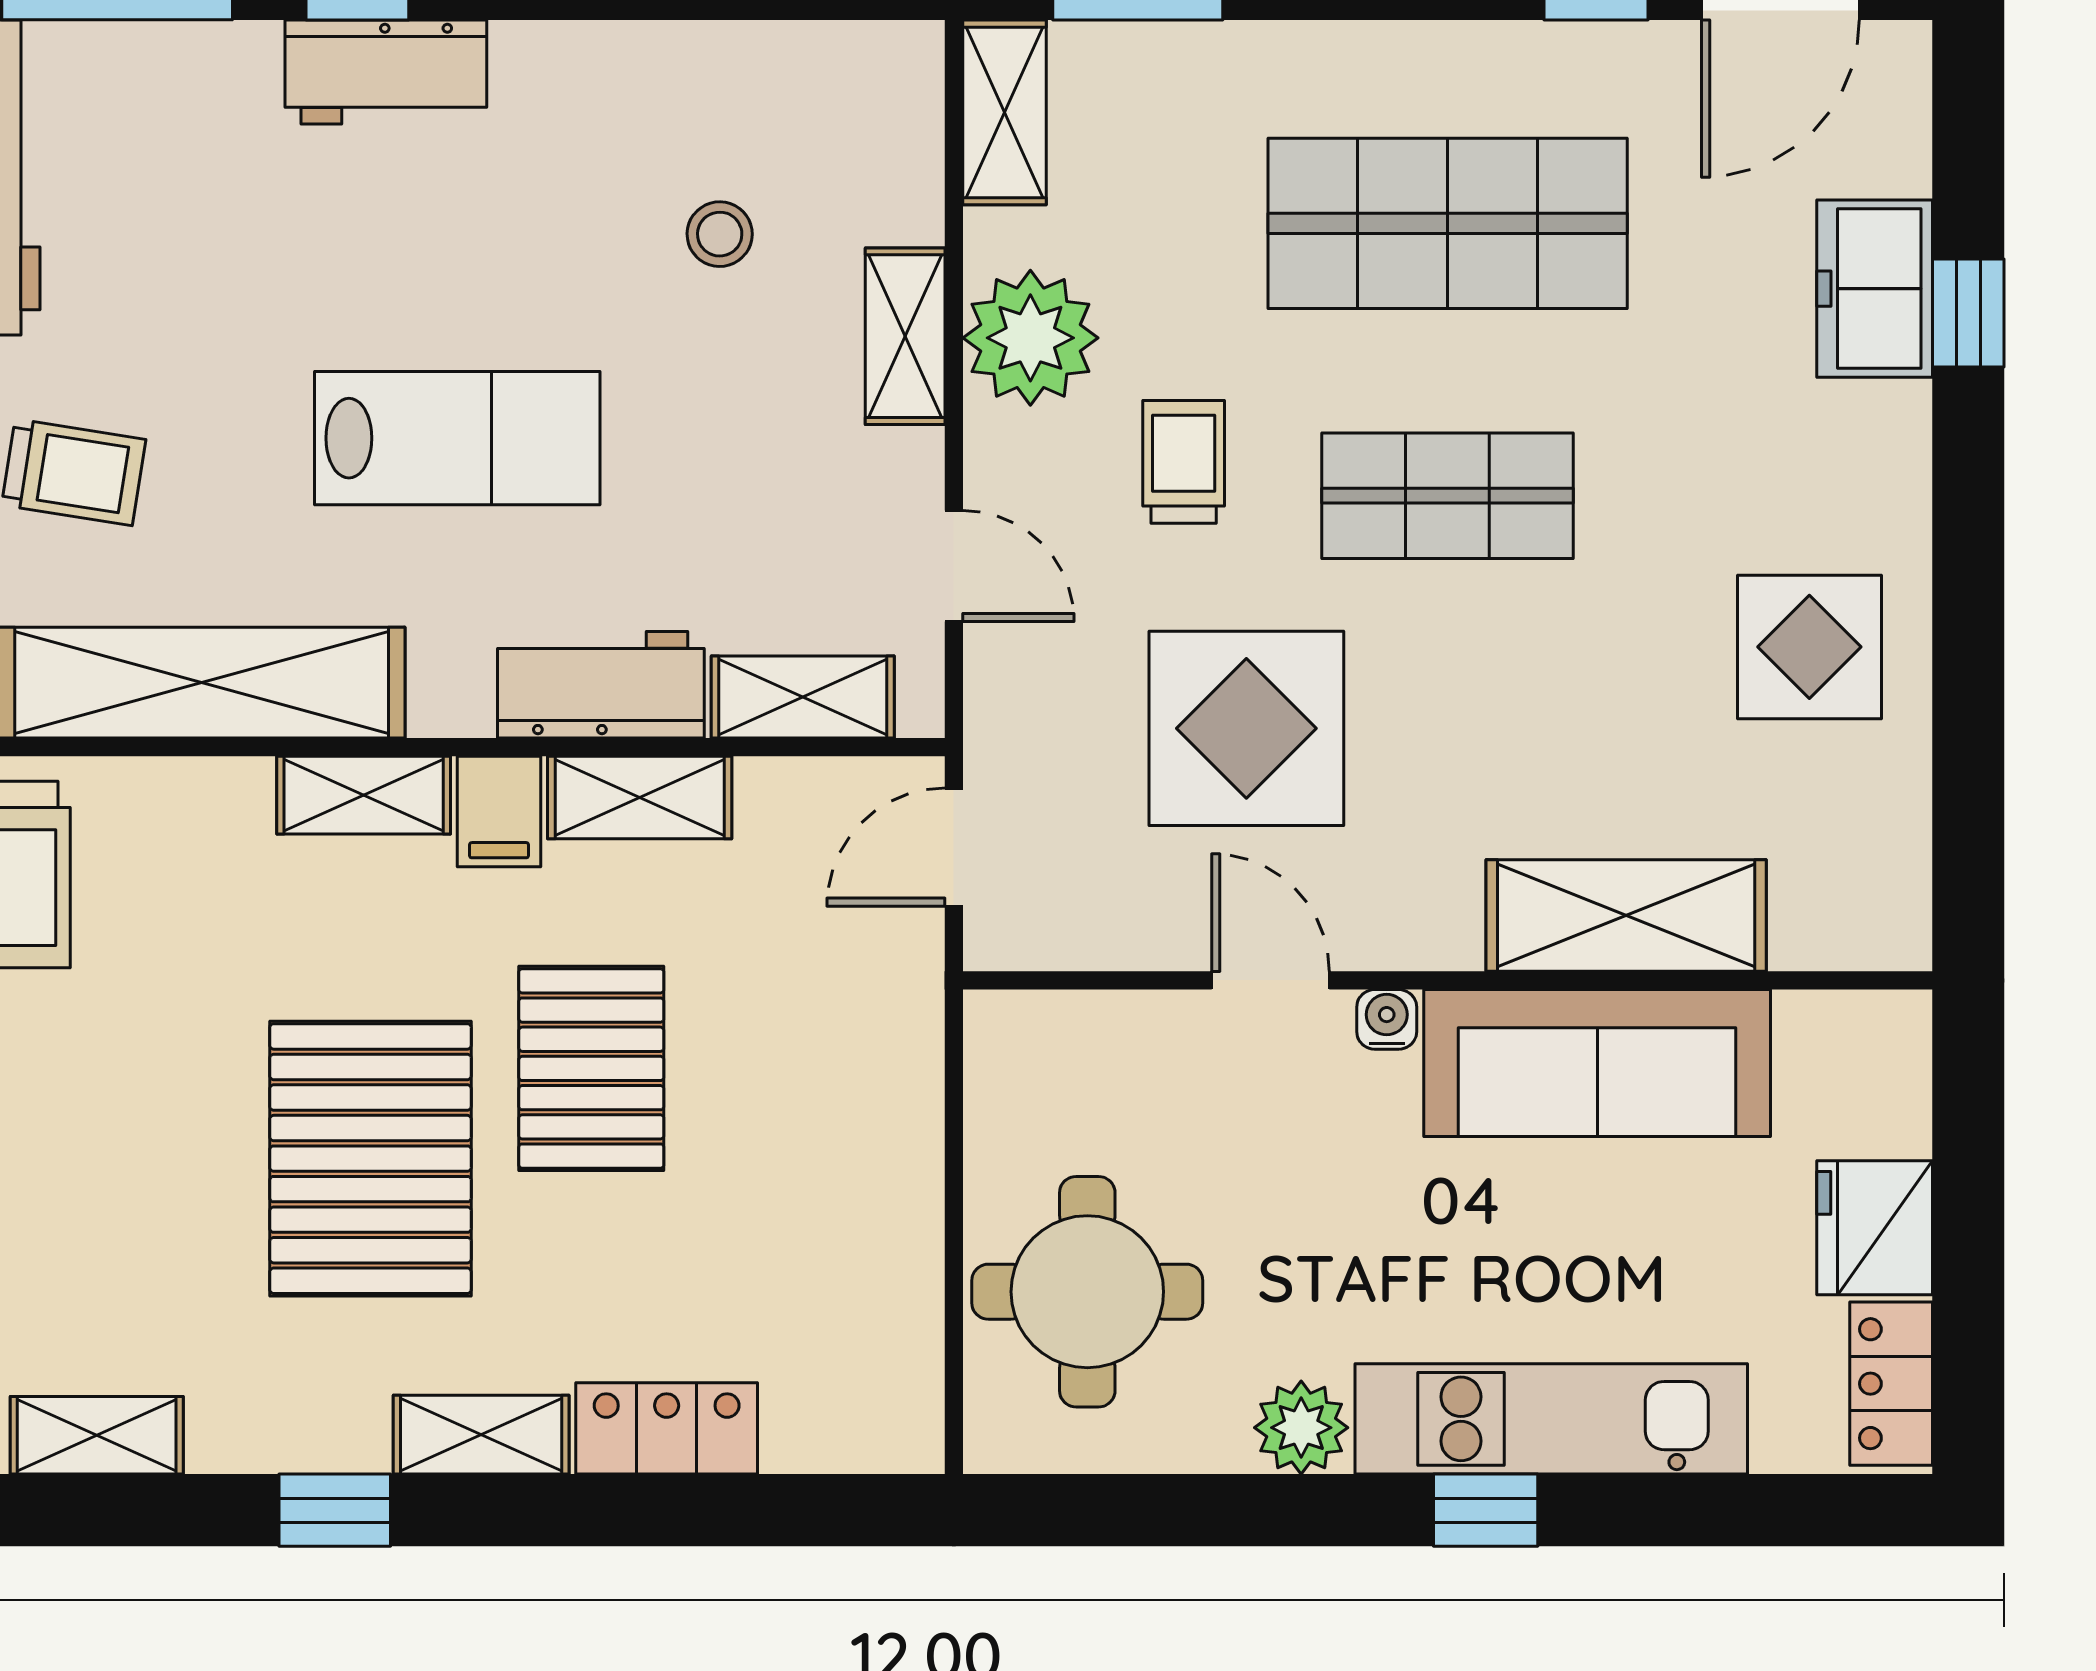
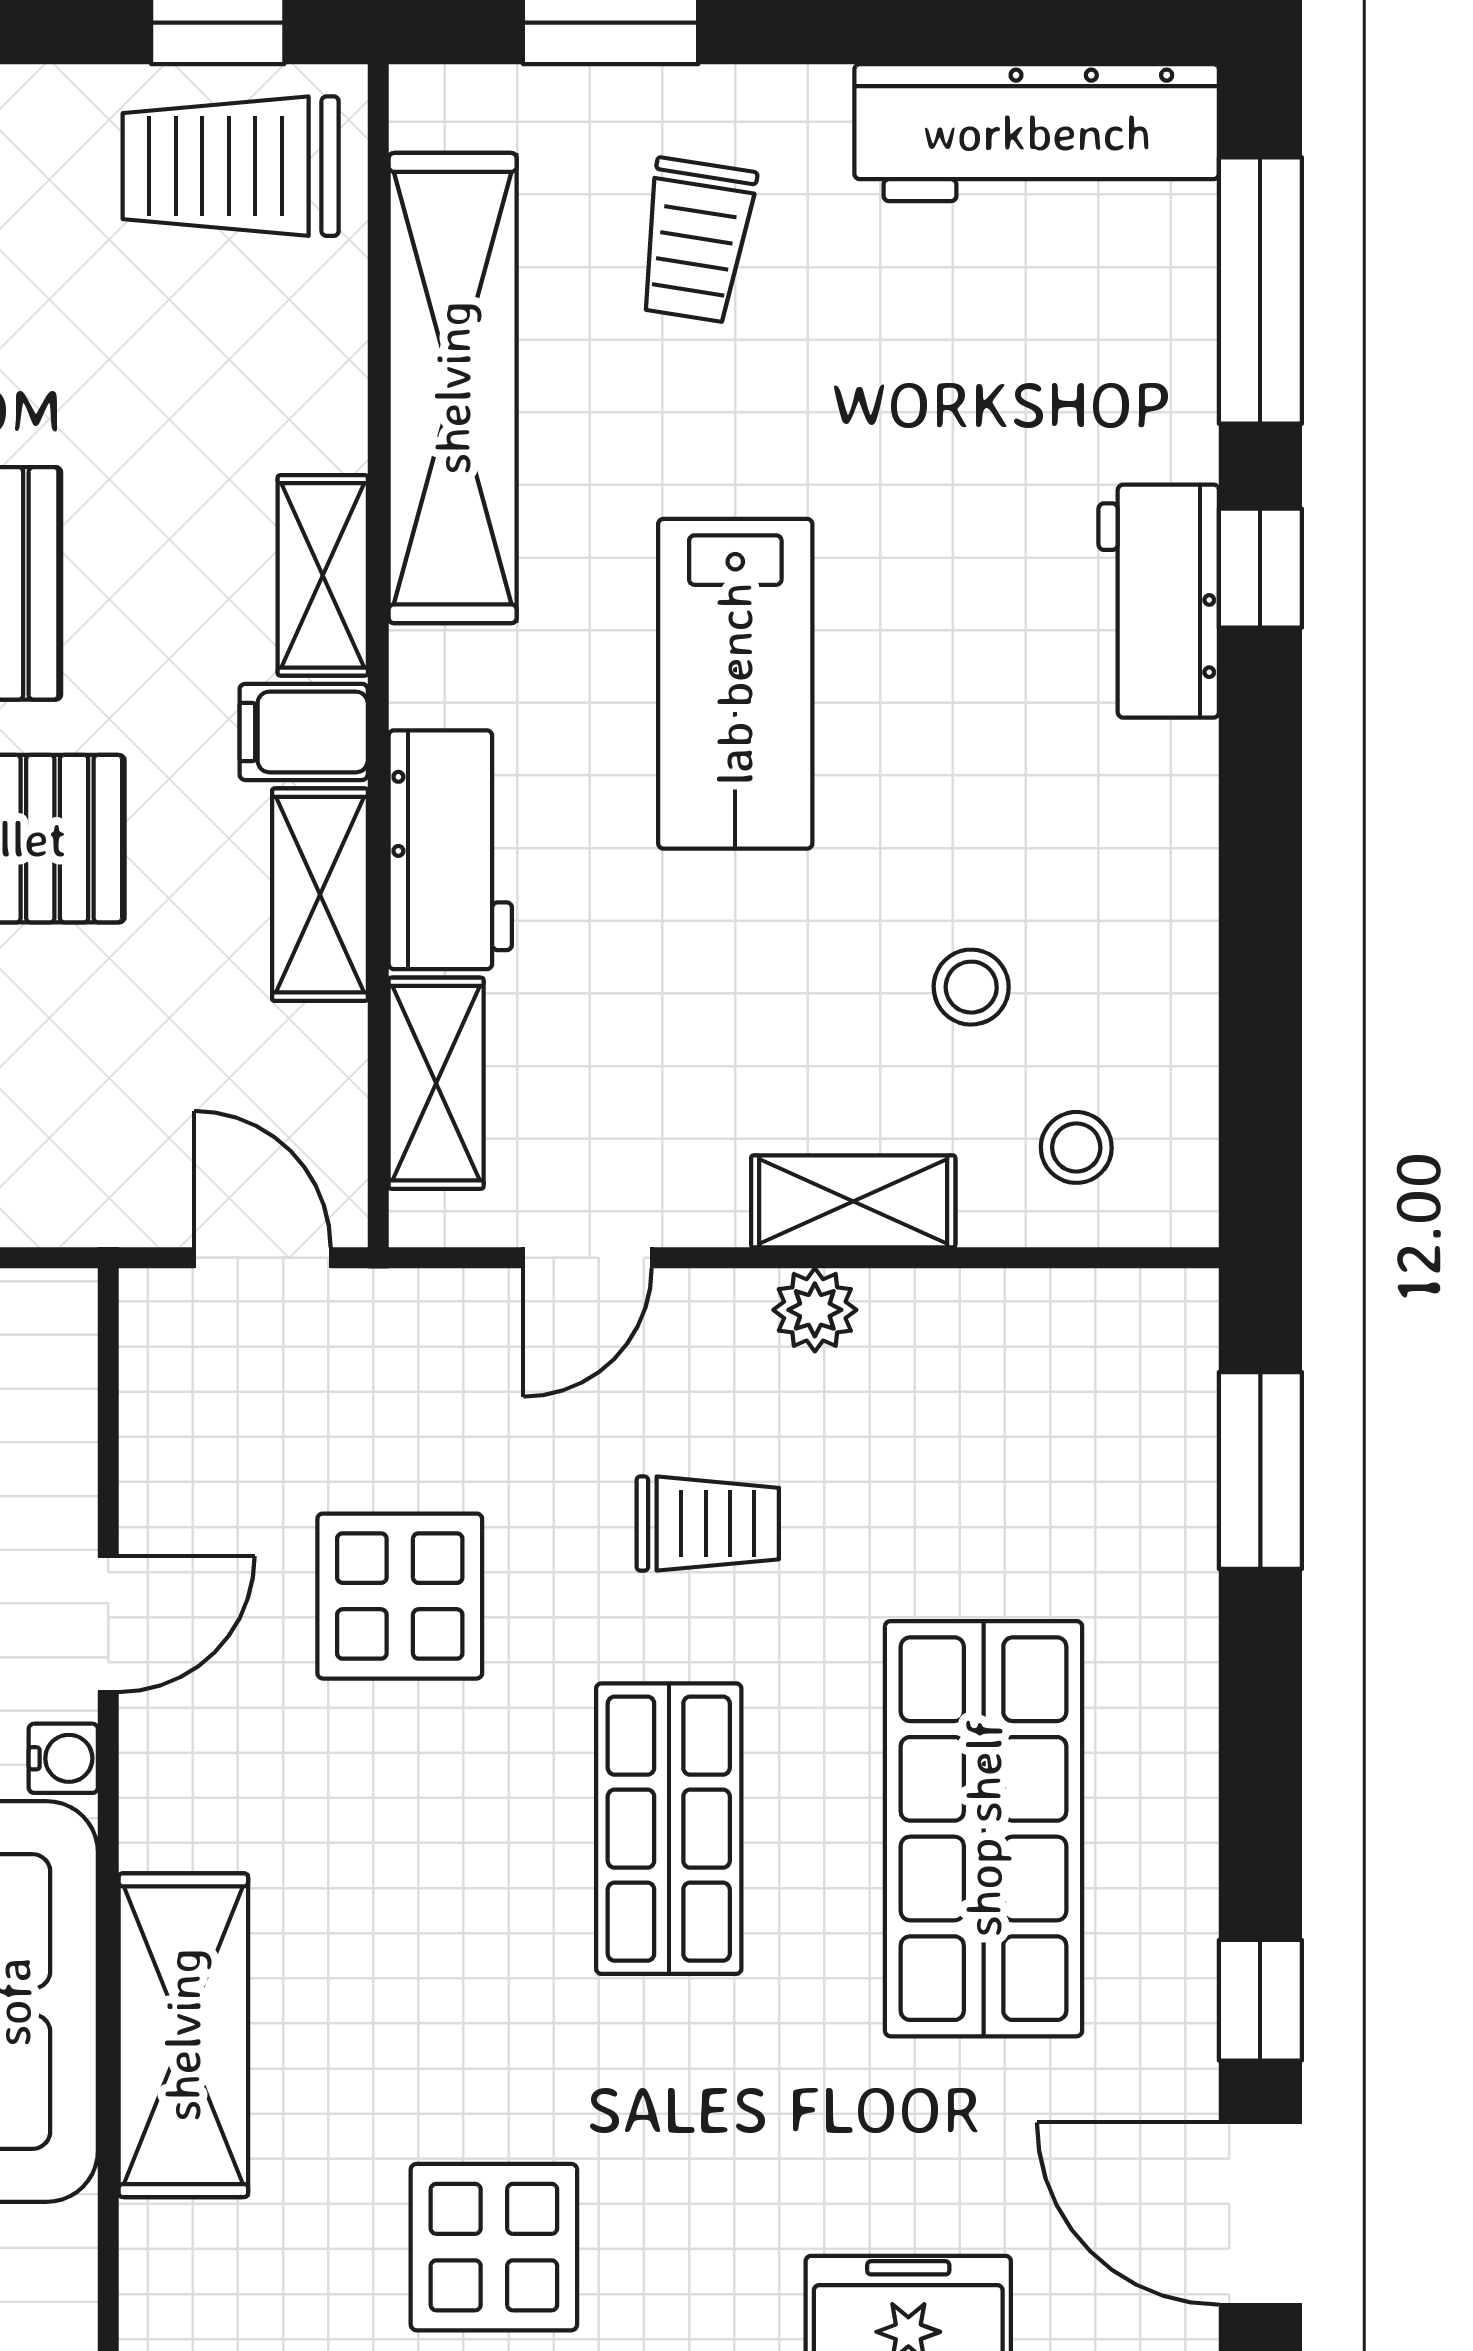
shelving: (1004, 112) -> (1112, 1316), removed
stool: (858, 143) -> (1076, 1147), added
plant: (1030, 338) -> (815, 1310), width x0.53, depth x0.53
display table: (1246, 728) -> (400, 1596), width x0.73, depth x0.73

